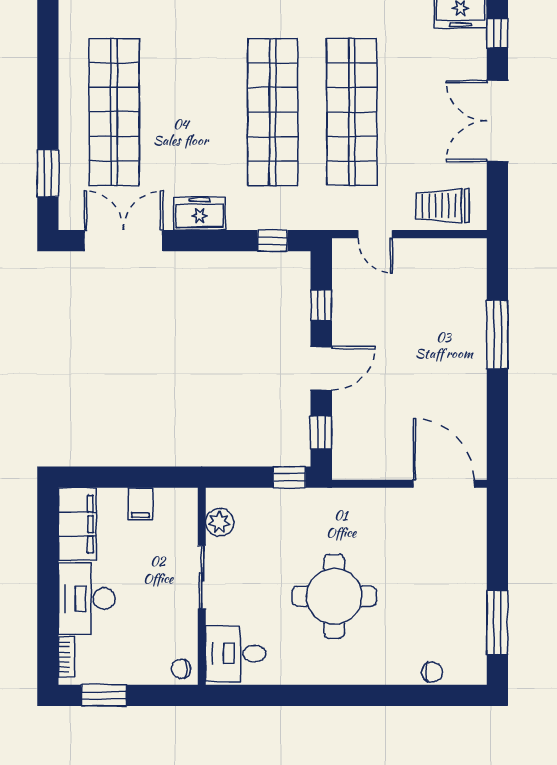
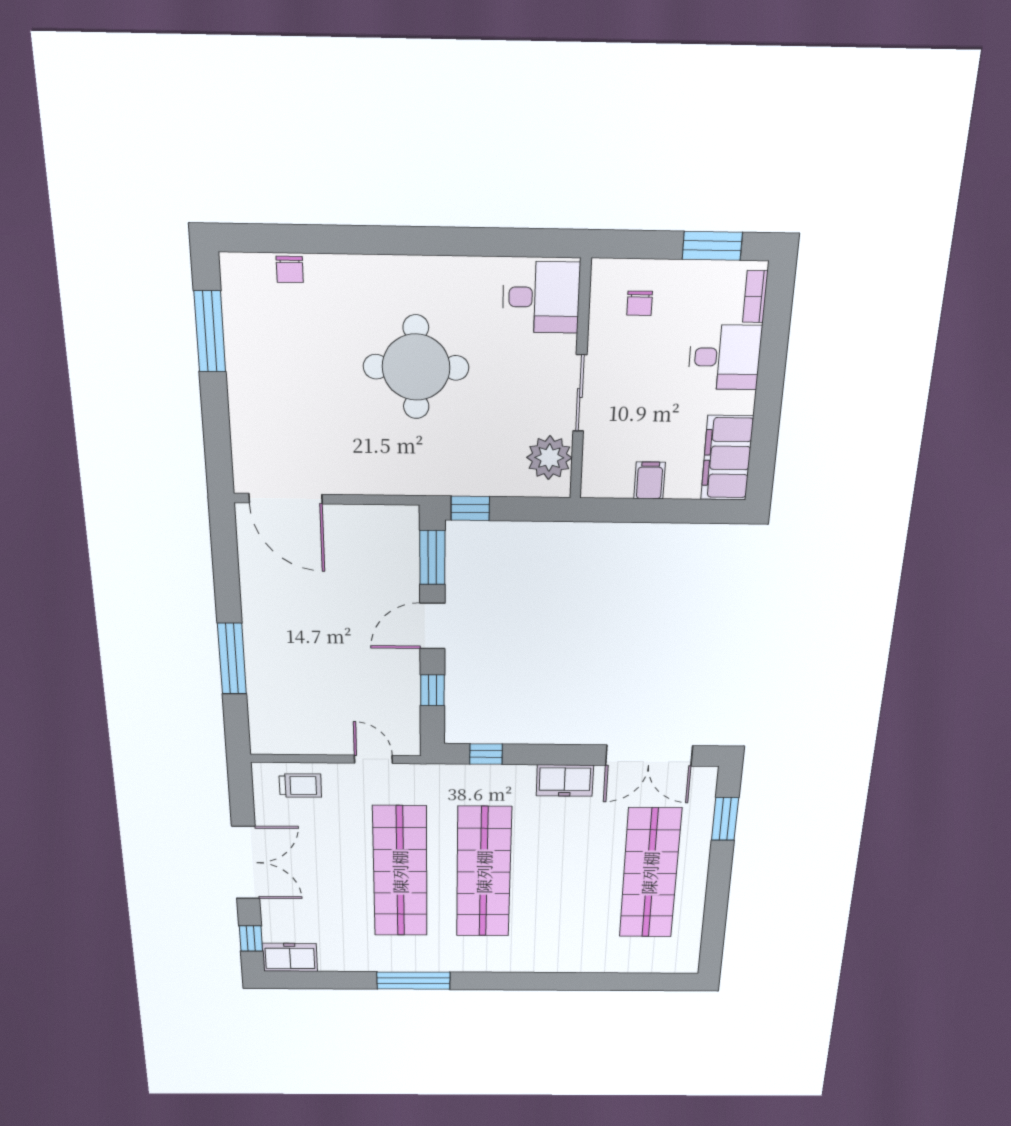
trolley: (443, 206) -> (300, 786), width x0.73, depth x0.72
window: (321, 432) -> (432, 557), width x1.50
plant: (220, 522) -> (549, 458), width x1.36, depth x1.36
desk: (87, 598) -> (725, 357), width x0.73
chair: (181, 669) -> (640, 303), moved, turned 90
chair: (432, 672) -> (290, 269), turned -90

